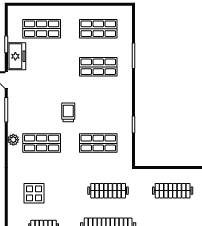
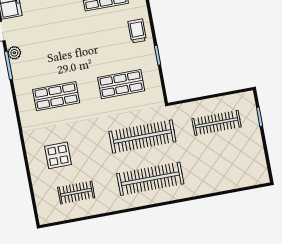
trolley: (68, 112) -> (137, 31), moved
plant: (13, 140) -> (14, 53), moved
clothes rail: (108, 191) -> (142, 137), width x1.37, depth x1.31

